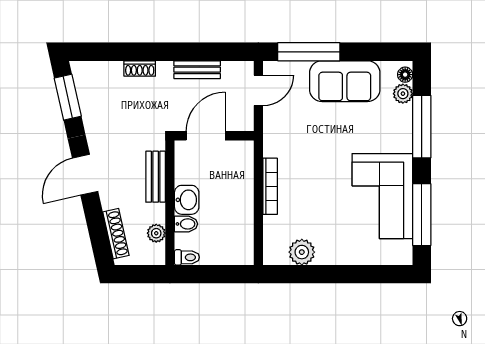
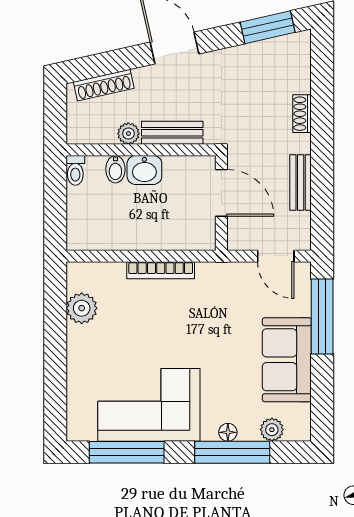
floor lamp: (405, 75) -> (228, 432), moved
plant: (156, 233) -> (128, 134), moved

